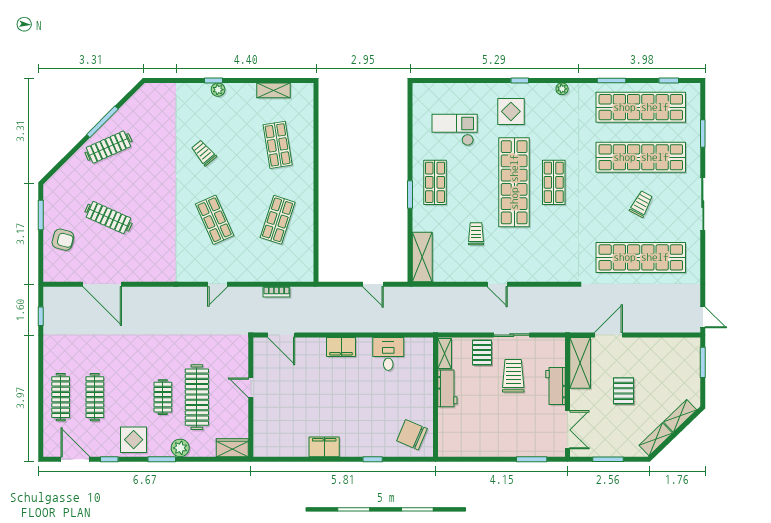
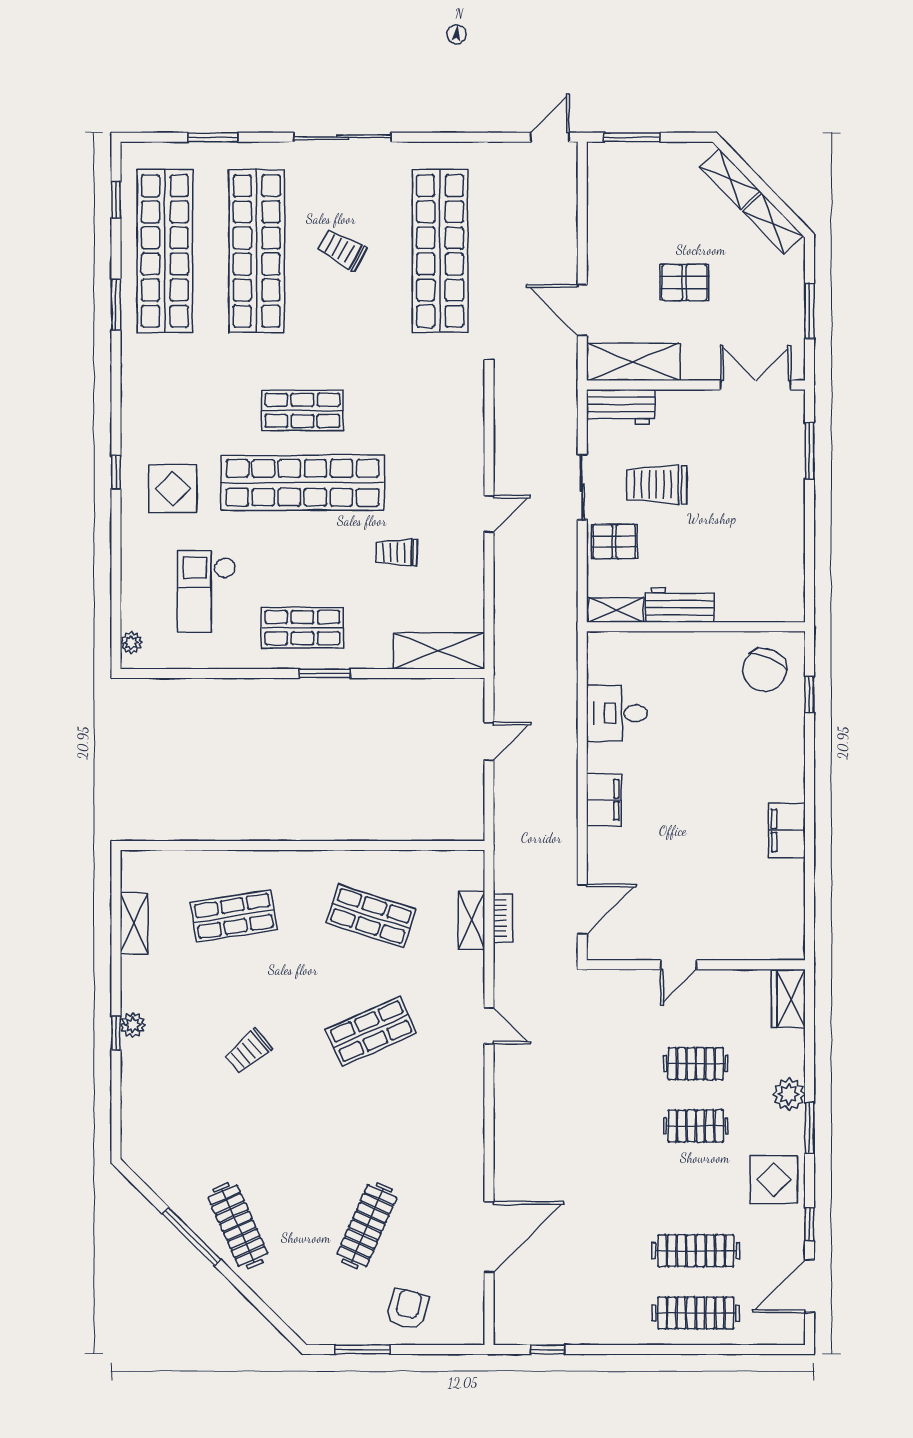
plant: (562, 89) -> (131, 642), moved
shelving: (275, 275) -> (471, 920), added
workbench: (556, 386) -> (621, 407), moved
clothes rail: (197, 397) -> (696, 1064), width x0.54, depth x0.76
window: (373, 459) -> (809, 695), moved

